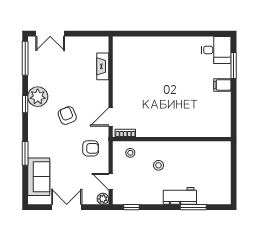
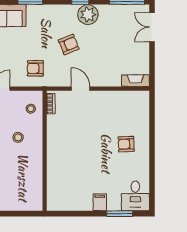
armchair: (165, 59) -> (126, 144), added
fireplace: (103, 66) -> (135, 81), moved
door: (111, 117) -> (81, 89), moved
armchair: (91, 148) -> (35, 68), turned 90

